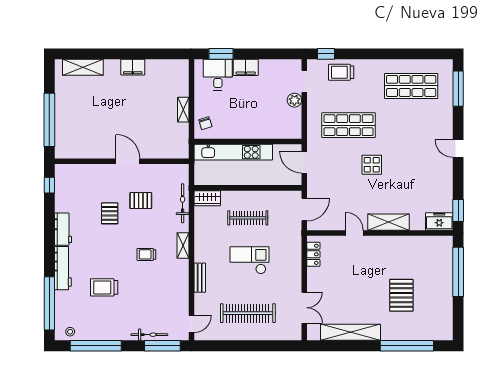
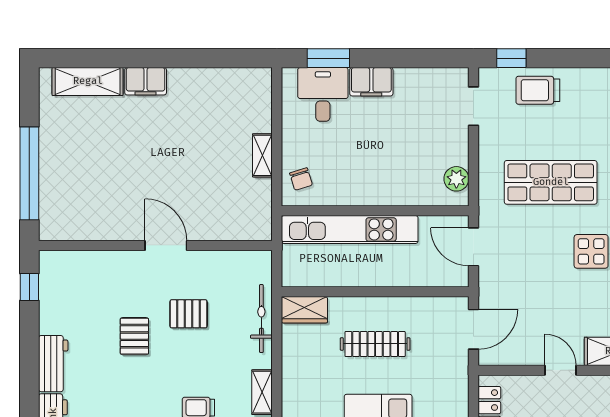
filing cabinet: (133, 67) -> (146, 81), moved
plant: (294, 100) -> (456, 179), moved

